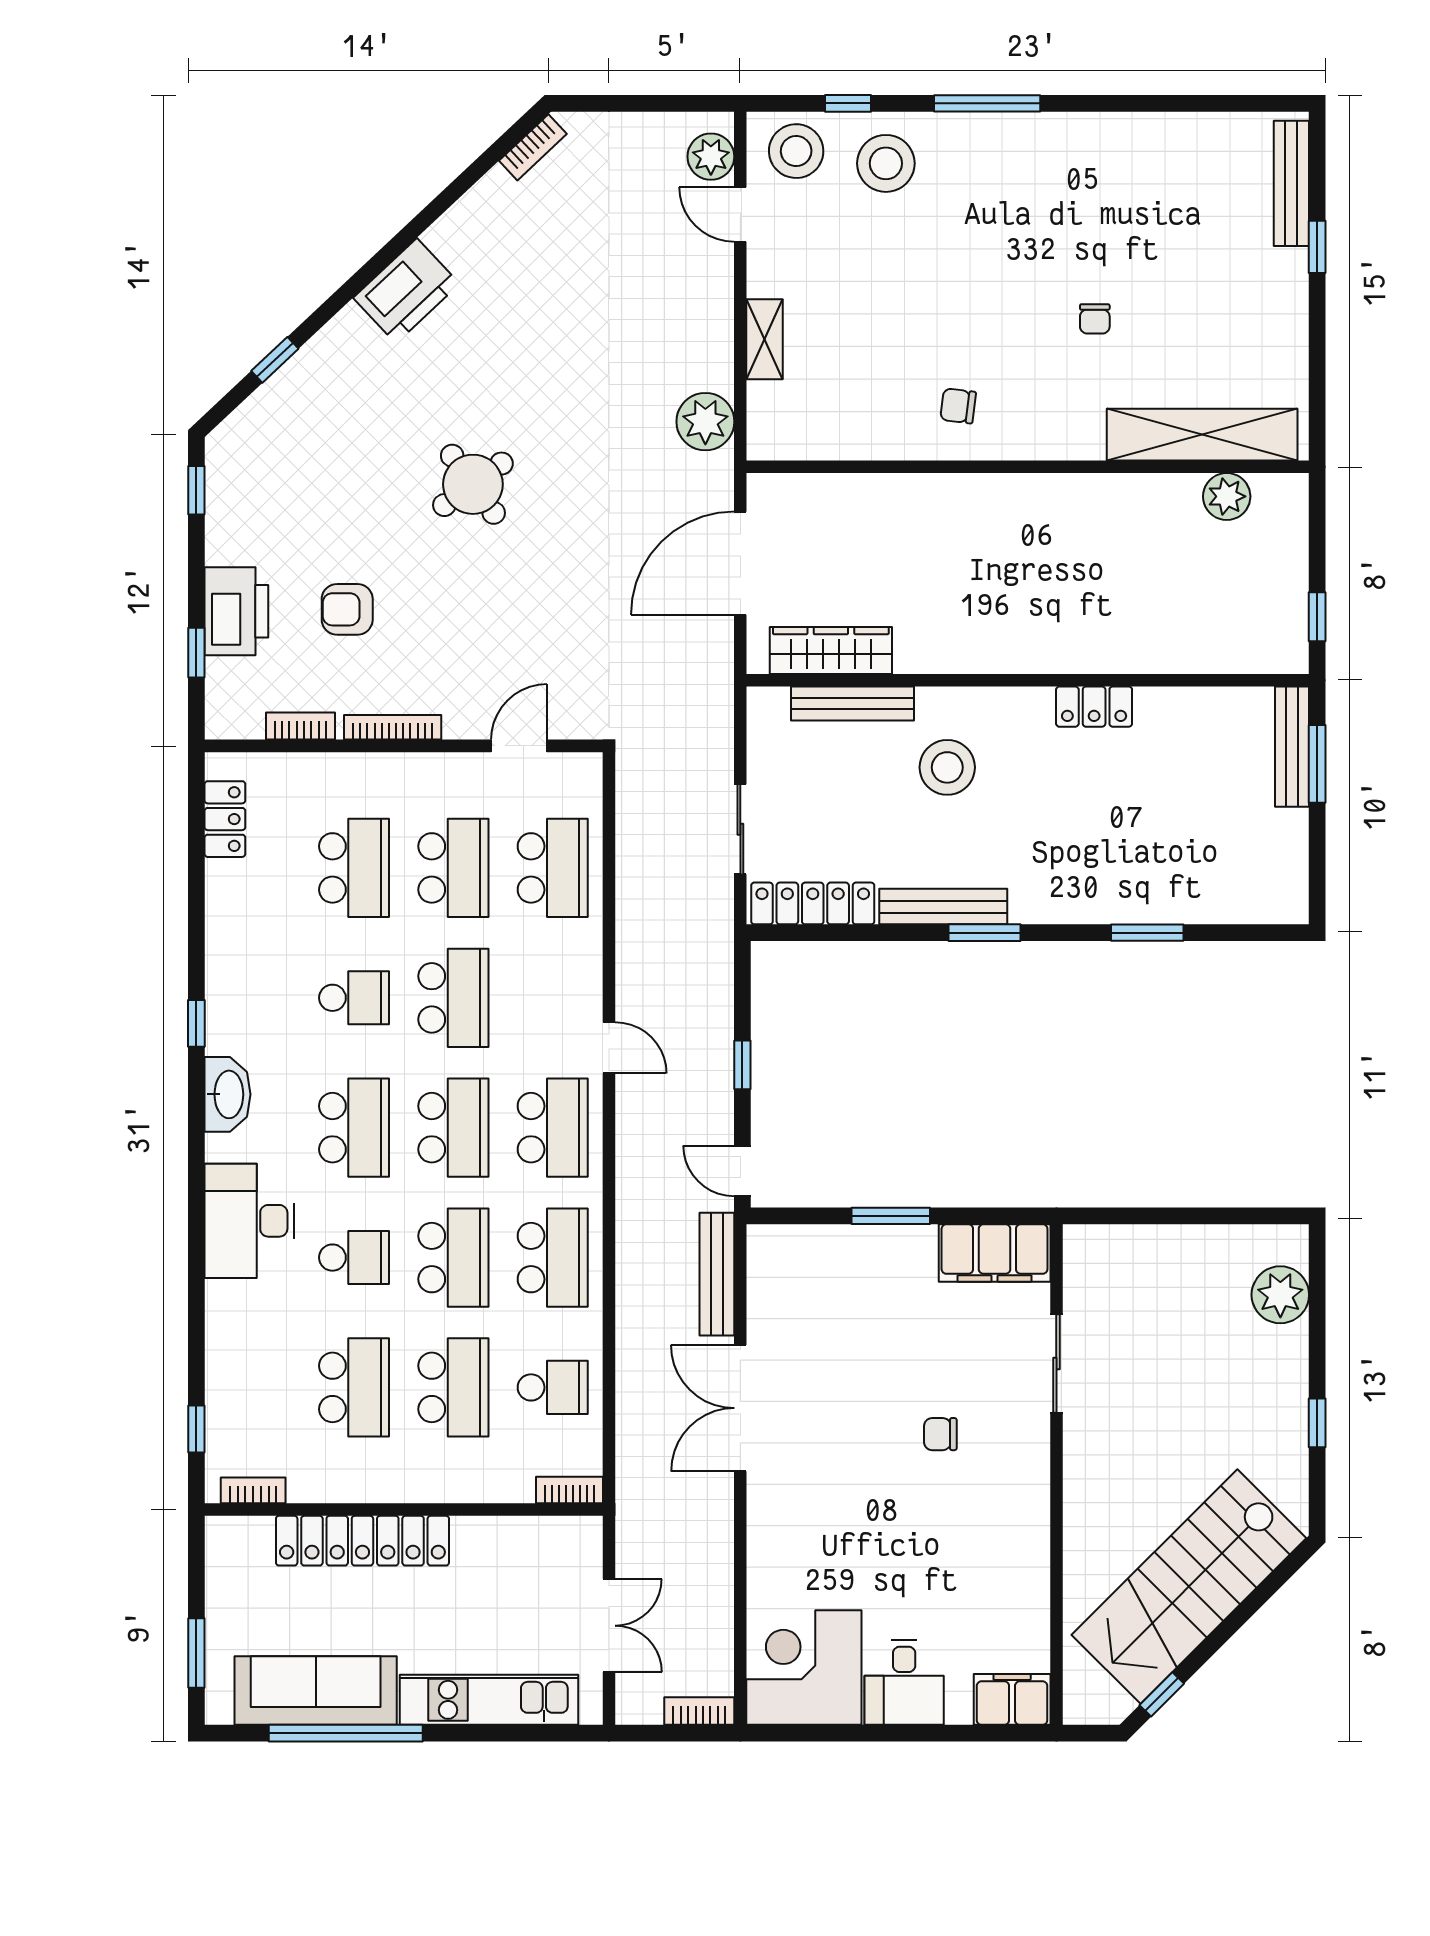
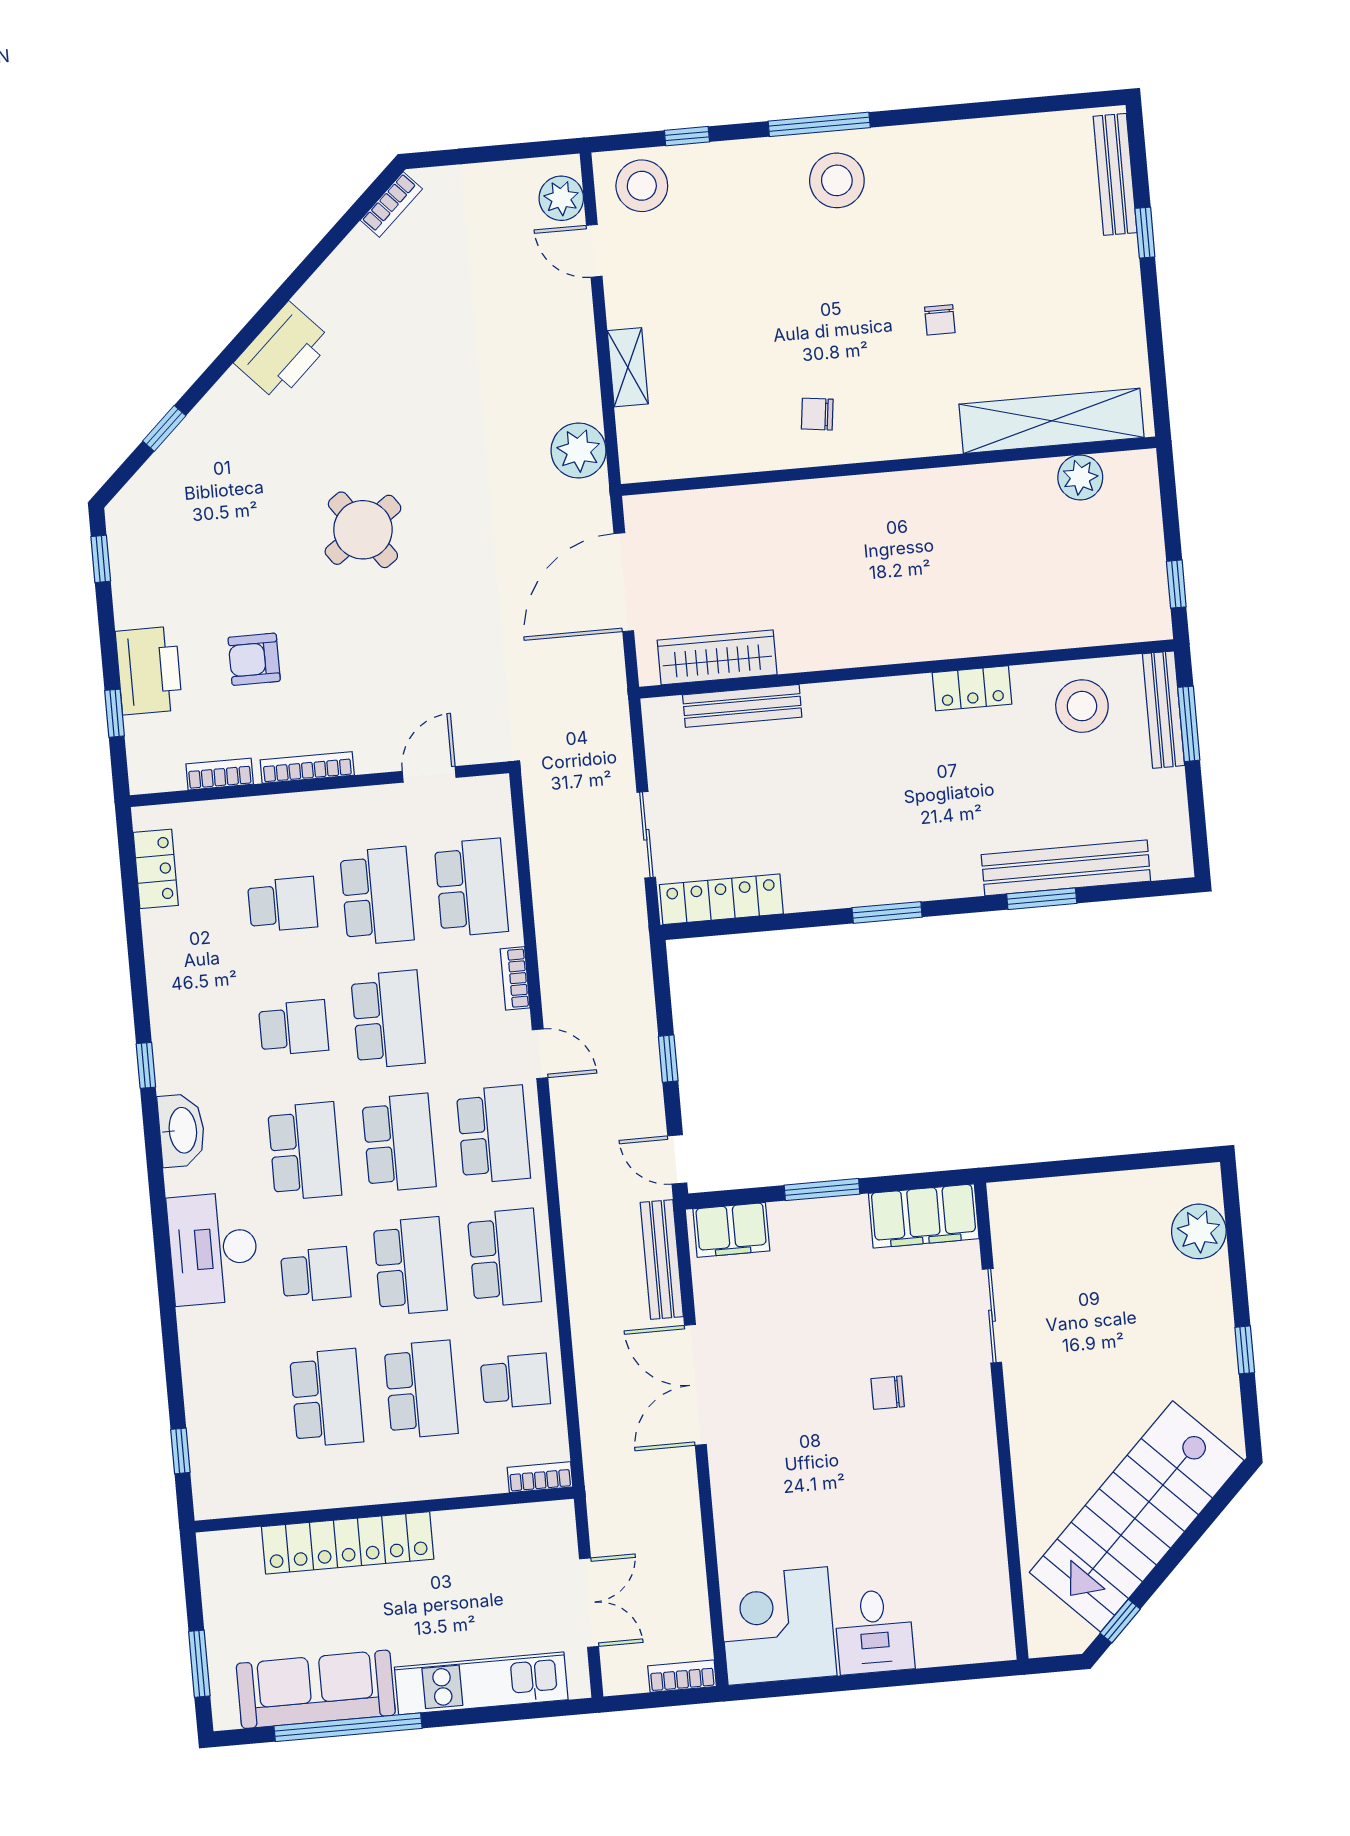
stool: (886, 163) -> (837, 180), moved
stool: (947, 767) -> (1082, 706), moved
school desk: (354, 868) -> (283, 904), width x0.54
bench: (943, 907) -> (1066, 868), moved, width x1.37, depth x1.21
bookcase: (253, 1490) -> (515, 978), moved, turned -90
filing cabinet: (1012, 1699) -> (731, 1230), moved, turned 180

